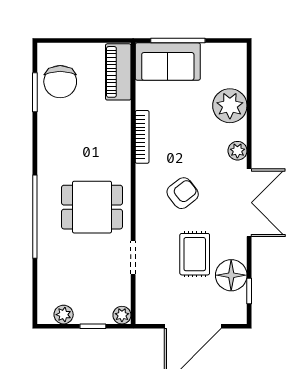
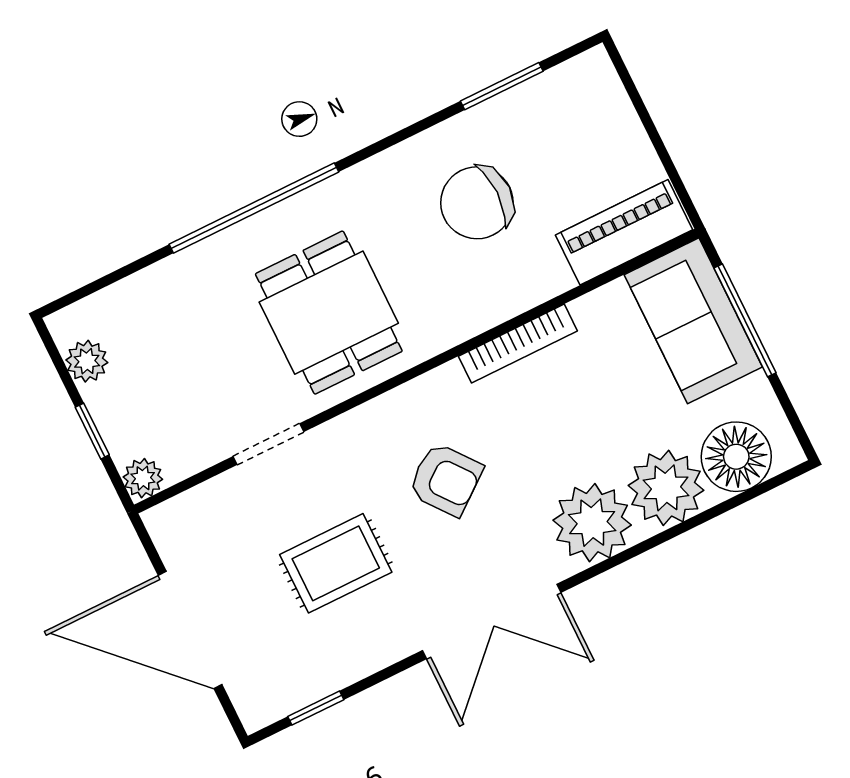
chair: (60, 82) -> (477, 203), moved
plant: (237, 151) -> (592, 523), width x1.87, depth x1.87
floor lamp: (231, 275) -> (736, 457), moved

